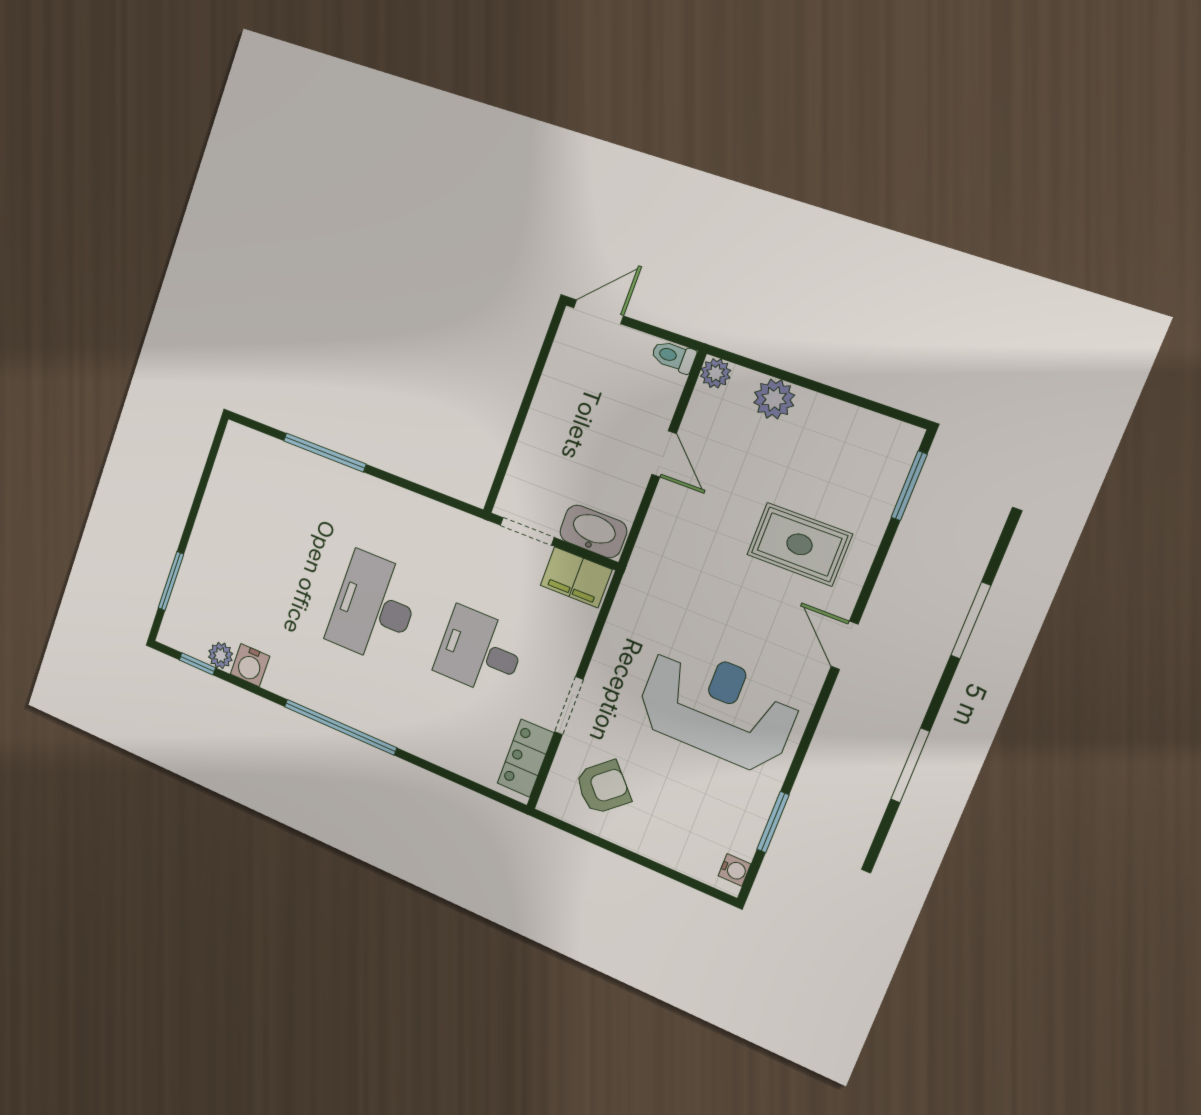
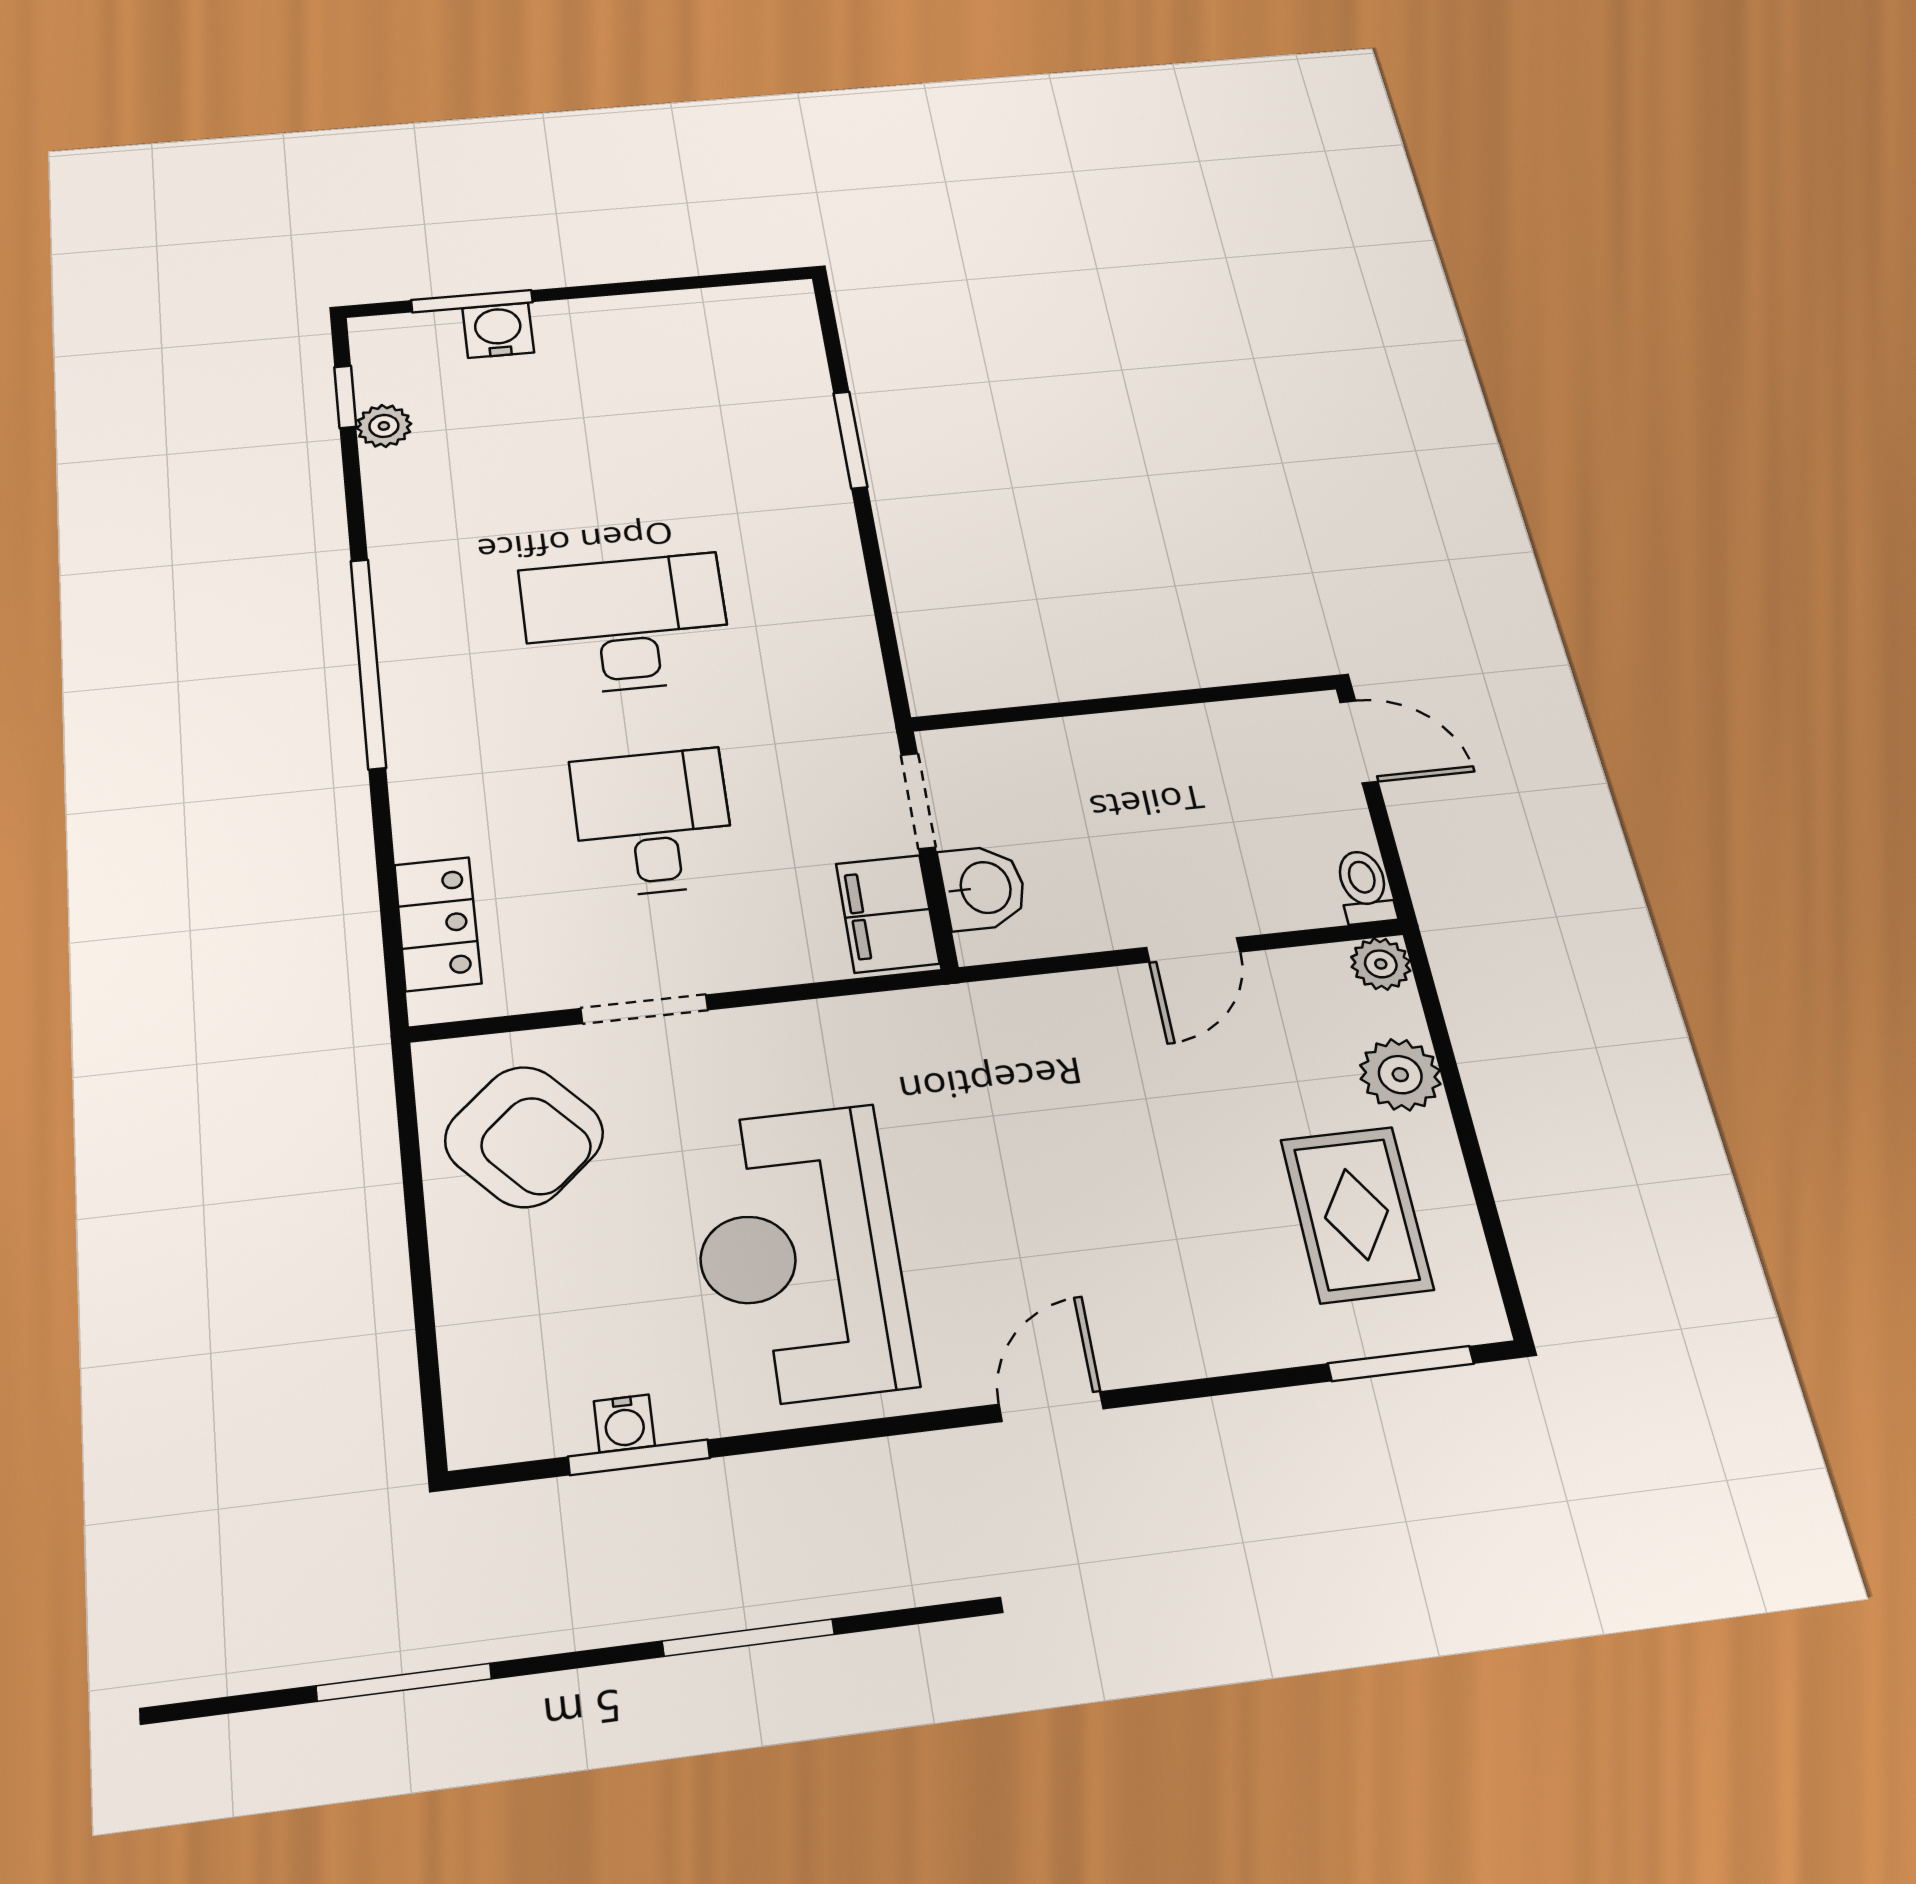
window: (325, 452) -> (850, 440), width x0.69
washbasin: (593, 531) -> (983, 888), width x0.72
rug: (800, 544) -> (1357, 1214), moved
water cooler: (250, 665) -> (498, 330), moved, turned 90
reception desk: (717, 707) -> (799, 1254), turned 180
locker: (525, 758) -> (438, 924), moved, turned 90
armchair: (603, 787) -> (524, 1137), width x1.38, depth x1.38
water cooler: (734, 870) -> (624, 1423), moved

